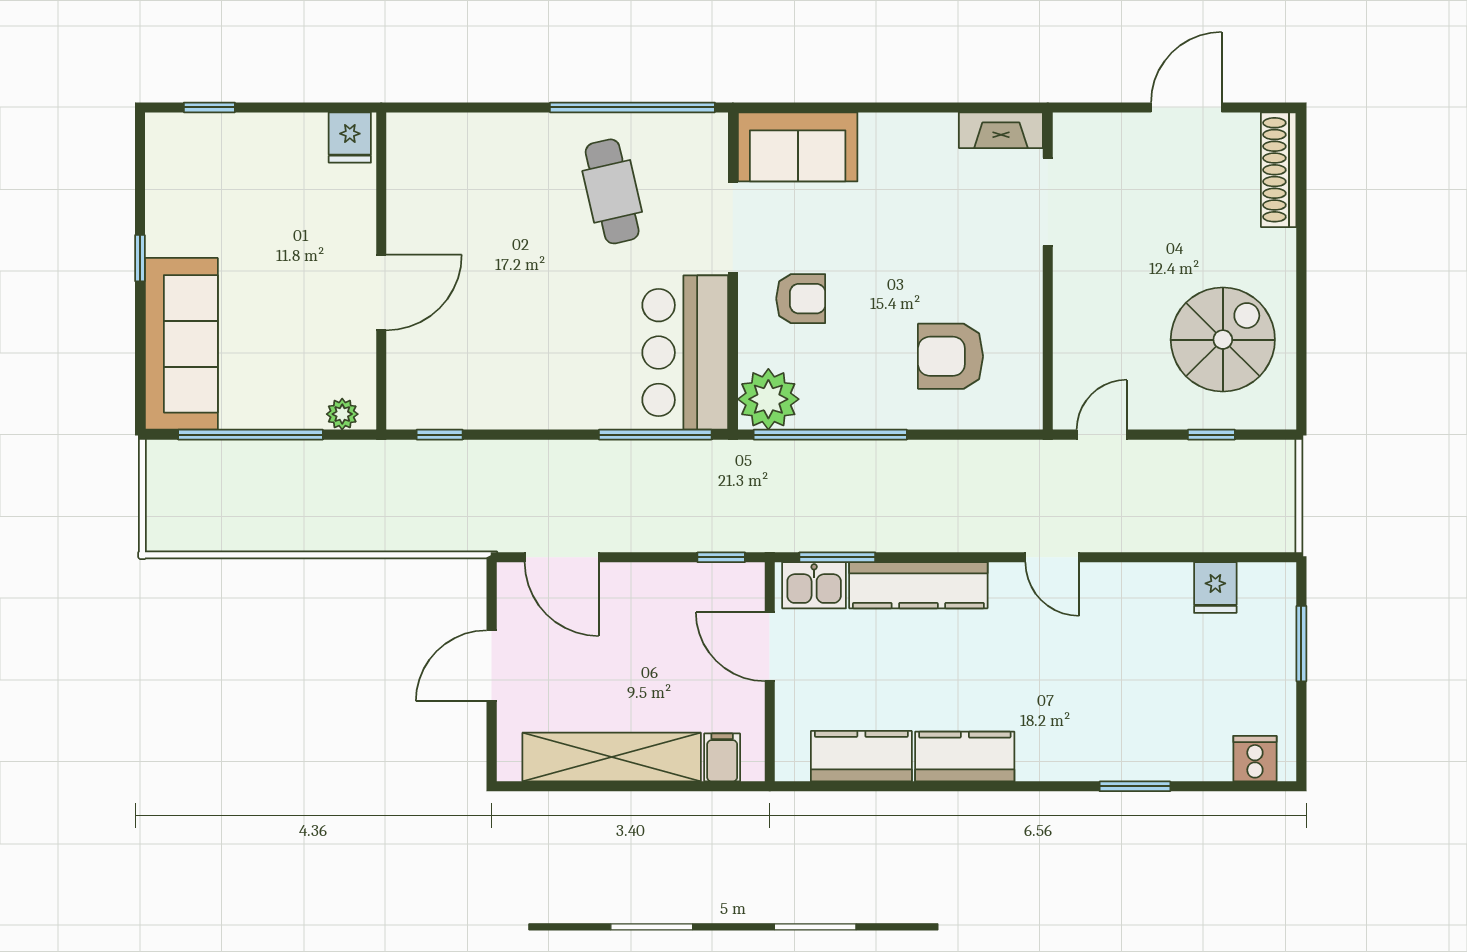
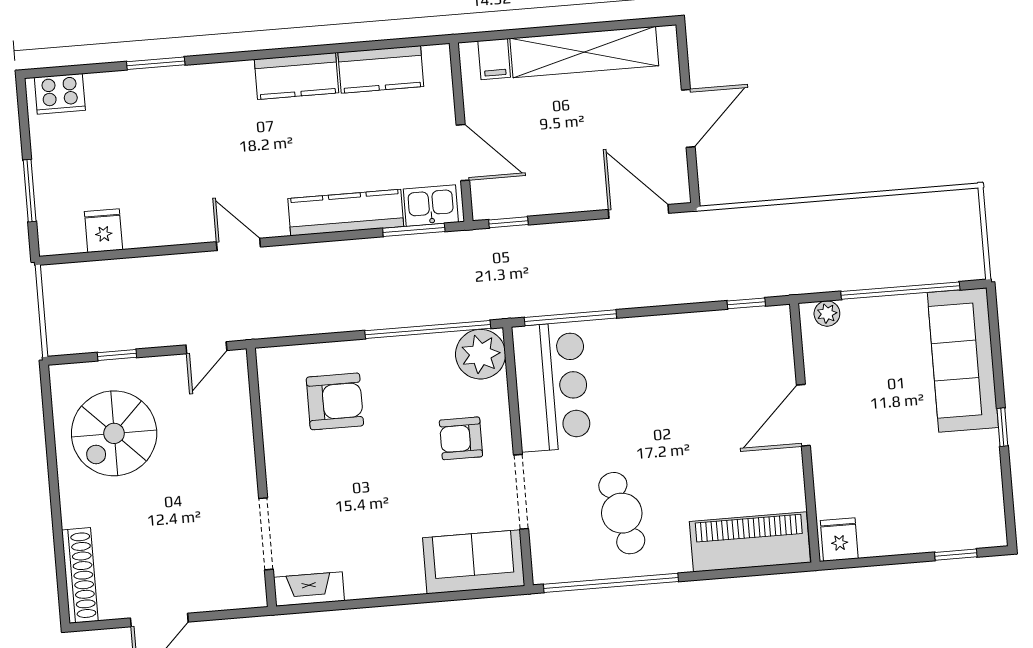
piano: (459, 144) -> (750, 542), added
cooker: (1255, 759) -> (60, 94), width x1.36

